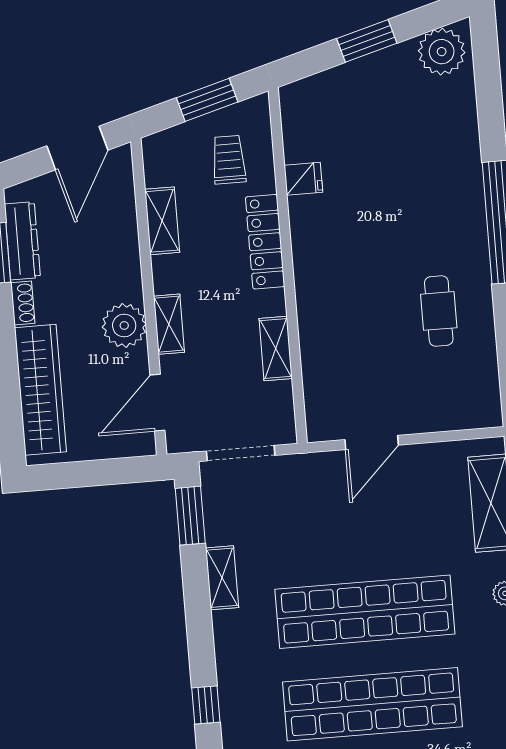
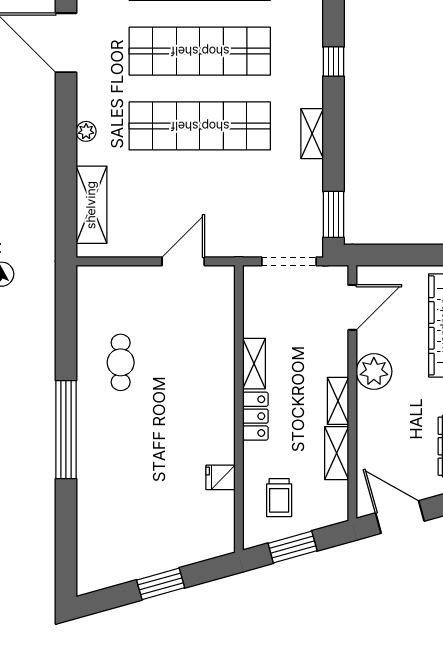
plant: (442, 52) -> (101, 570), removed
door: (77, 148) -> (400, 517), hinge flipped
locker: (265, 242) -> (255, 416), width x0.66
shelving: (169, 324) -> (338, 401), moved
shelving: (276, 348) -> (254, 364), moved
shelving: (222, 578) -> (312, 134), moved

